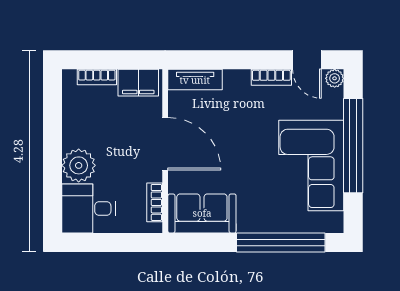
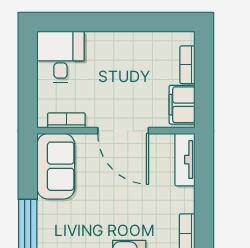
door: (165, 144) -> (123, 131), hinge flipped
plant: (79, 165) -> (102, 47), removed

